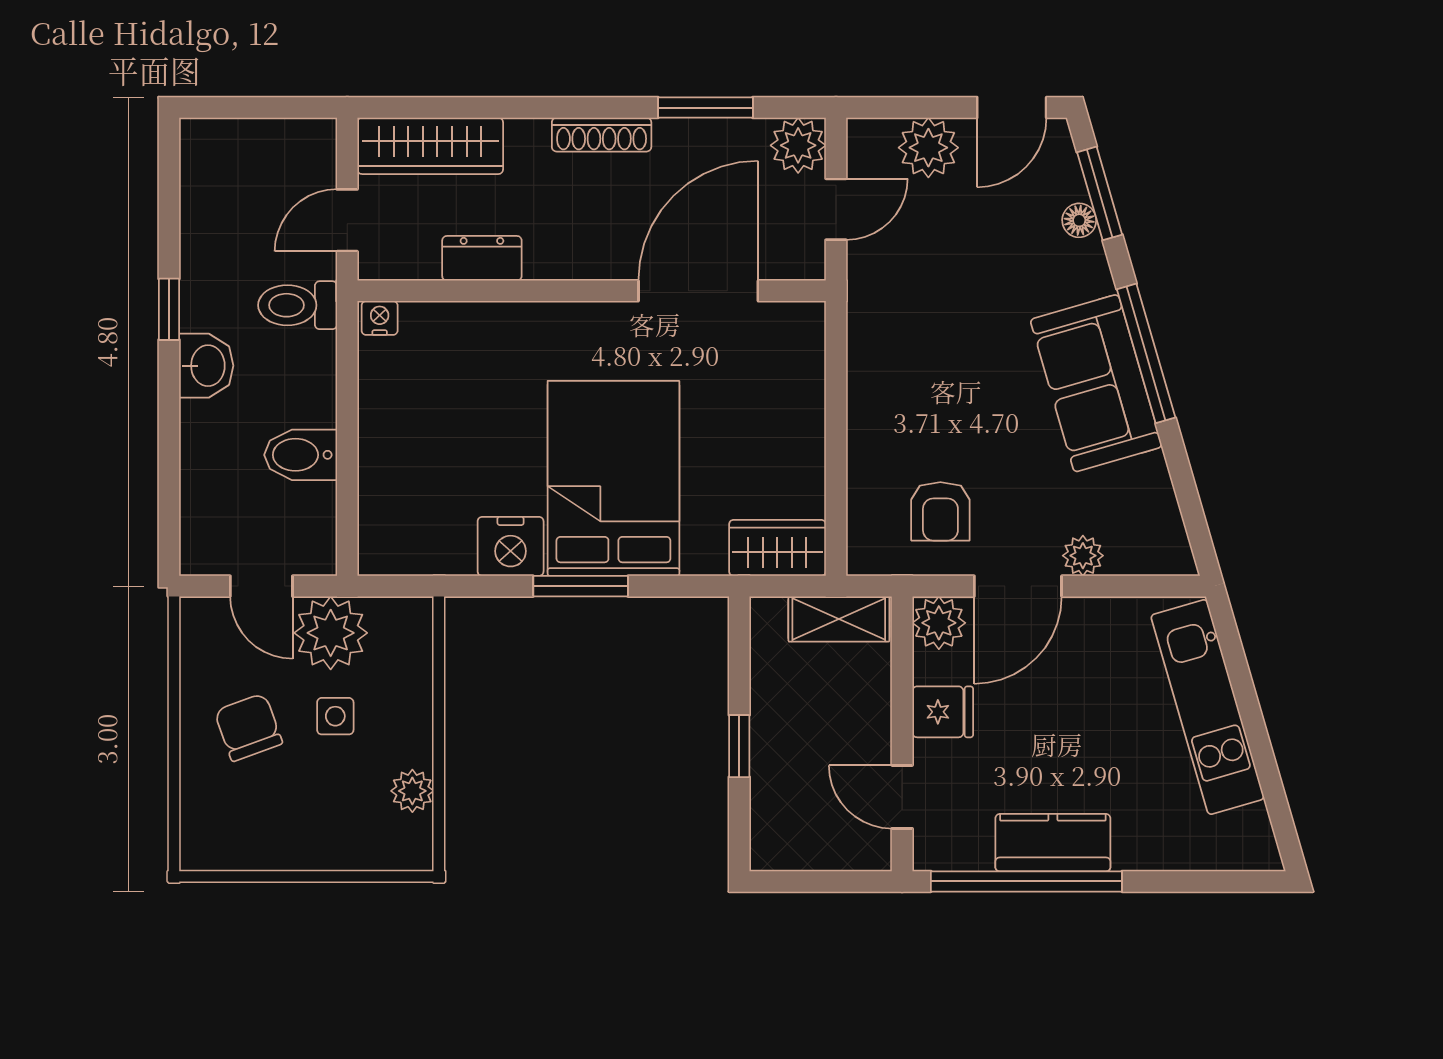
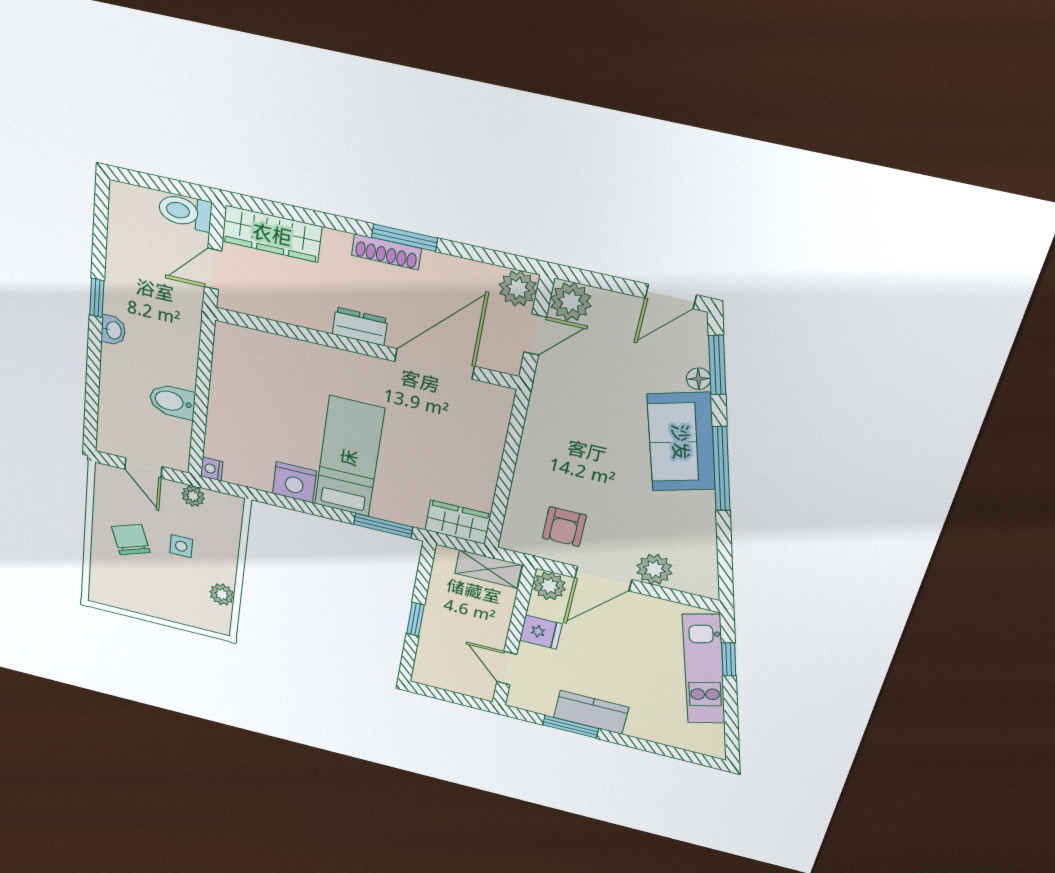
window: (705, 108) -> (405, 238), moved
plant: (928, 148) -> (571, 302), moved
dresser: (482, 258) -> (360, 326), moved
toilet: (298, 305) -> (185, 212), moved
nightstand: (380, 318) -> (212, 469), moved, turned -90
washbasin: (206, 366) -> (113, 330), width x0.72, depth x0.69
sofa: (1096, 383) -> (681, 442), moved
bed: (613, 478) -> (349, 457), width x0.67
plant: (1083, 556) -> (654, 569), width x1.38, depth x1.38
window: (581, 586) -> (383, 526), moved
plant: (331, 633) -> (193, 496), width x0.53, depth x0.53
window: (1240, 677) -> (729, 659), added
window: (1026, 881) -> (571, 727), width x0.47

